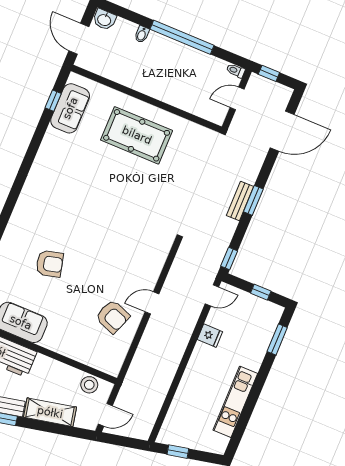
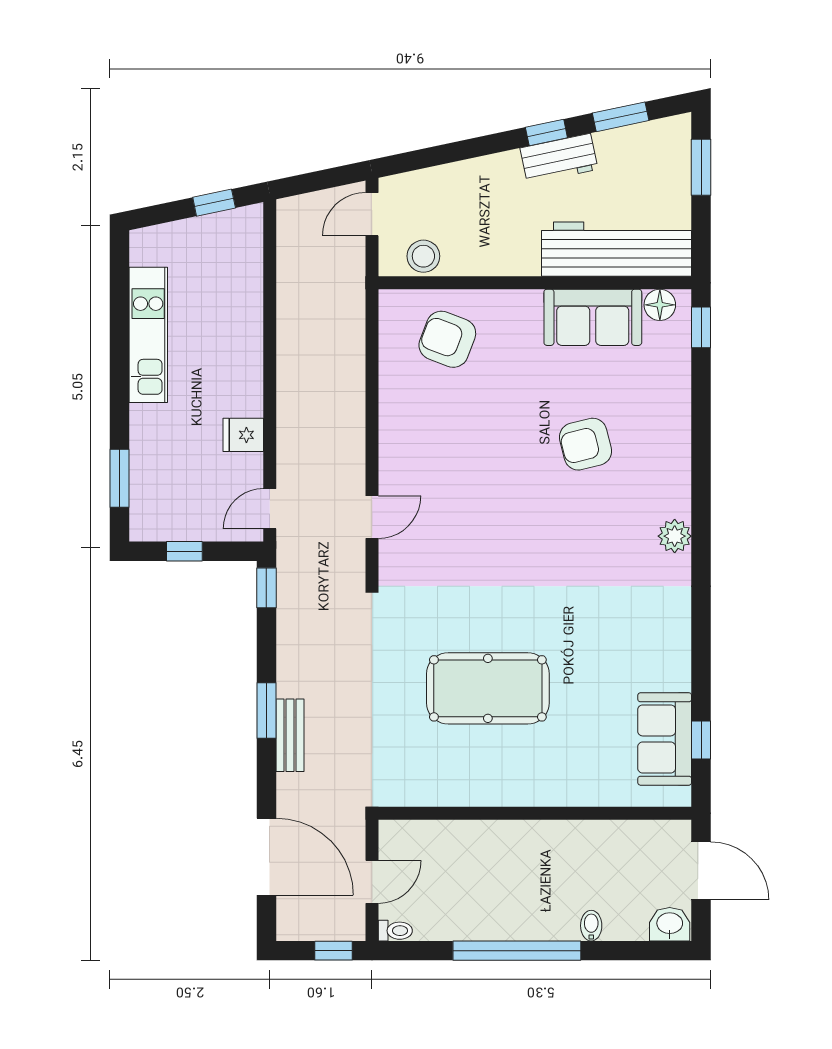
door: (282, 131) -> (266, 857), swing flipped
pool table: (137, 135) -> (488, 688), moved
bench: (240, 201) -> (290, 735), moved
plant: (25, 203) -> (675, 536), added
door: (152, 303) -> (372, 517), moved
armchair: (113, 317) -> (447, 339), moved
shelving: (50, 412) -> (474, 178), removed

